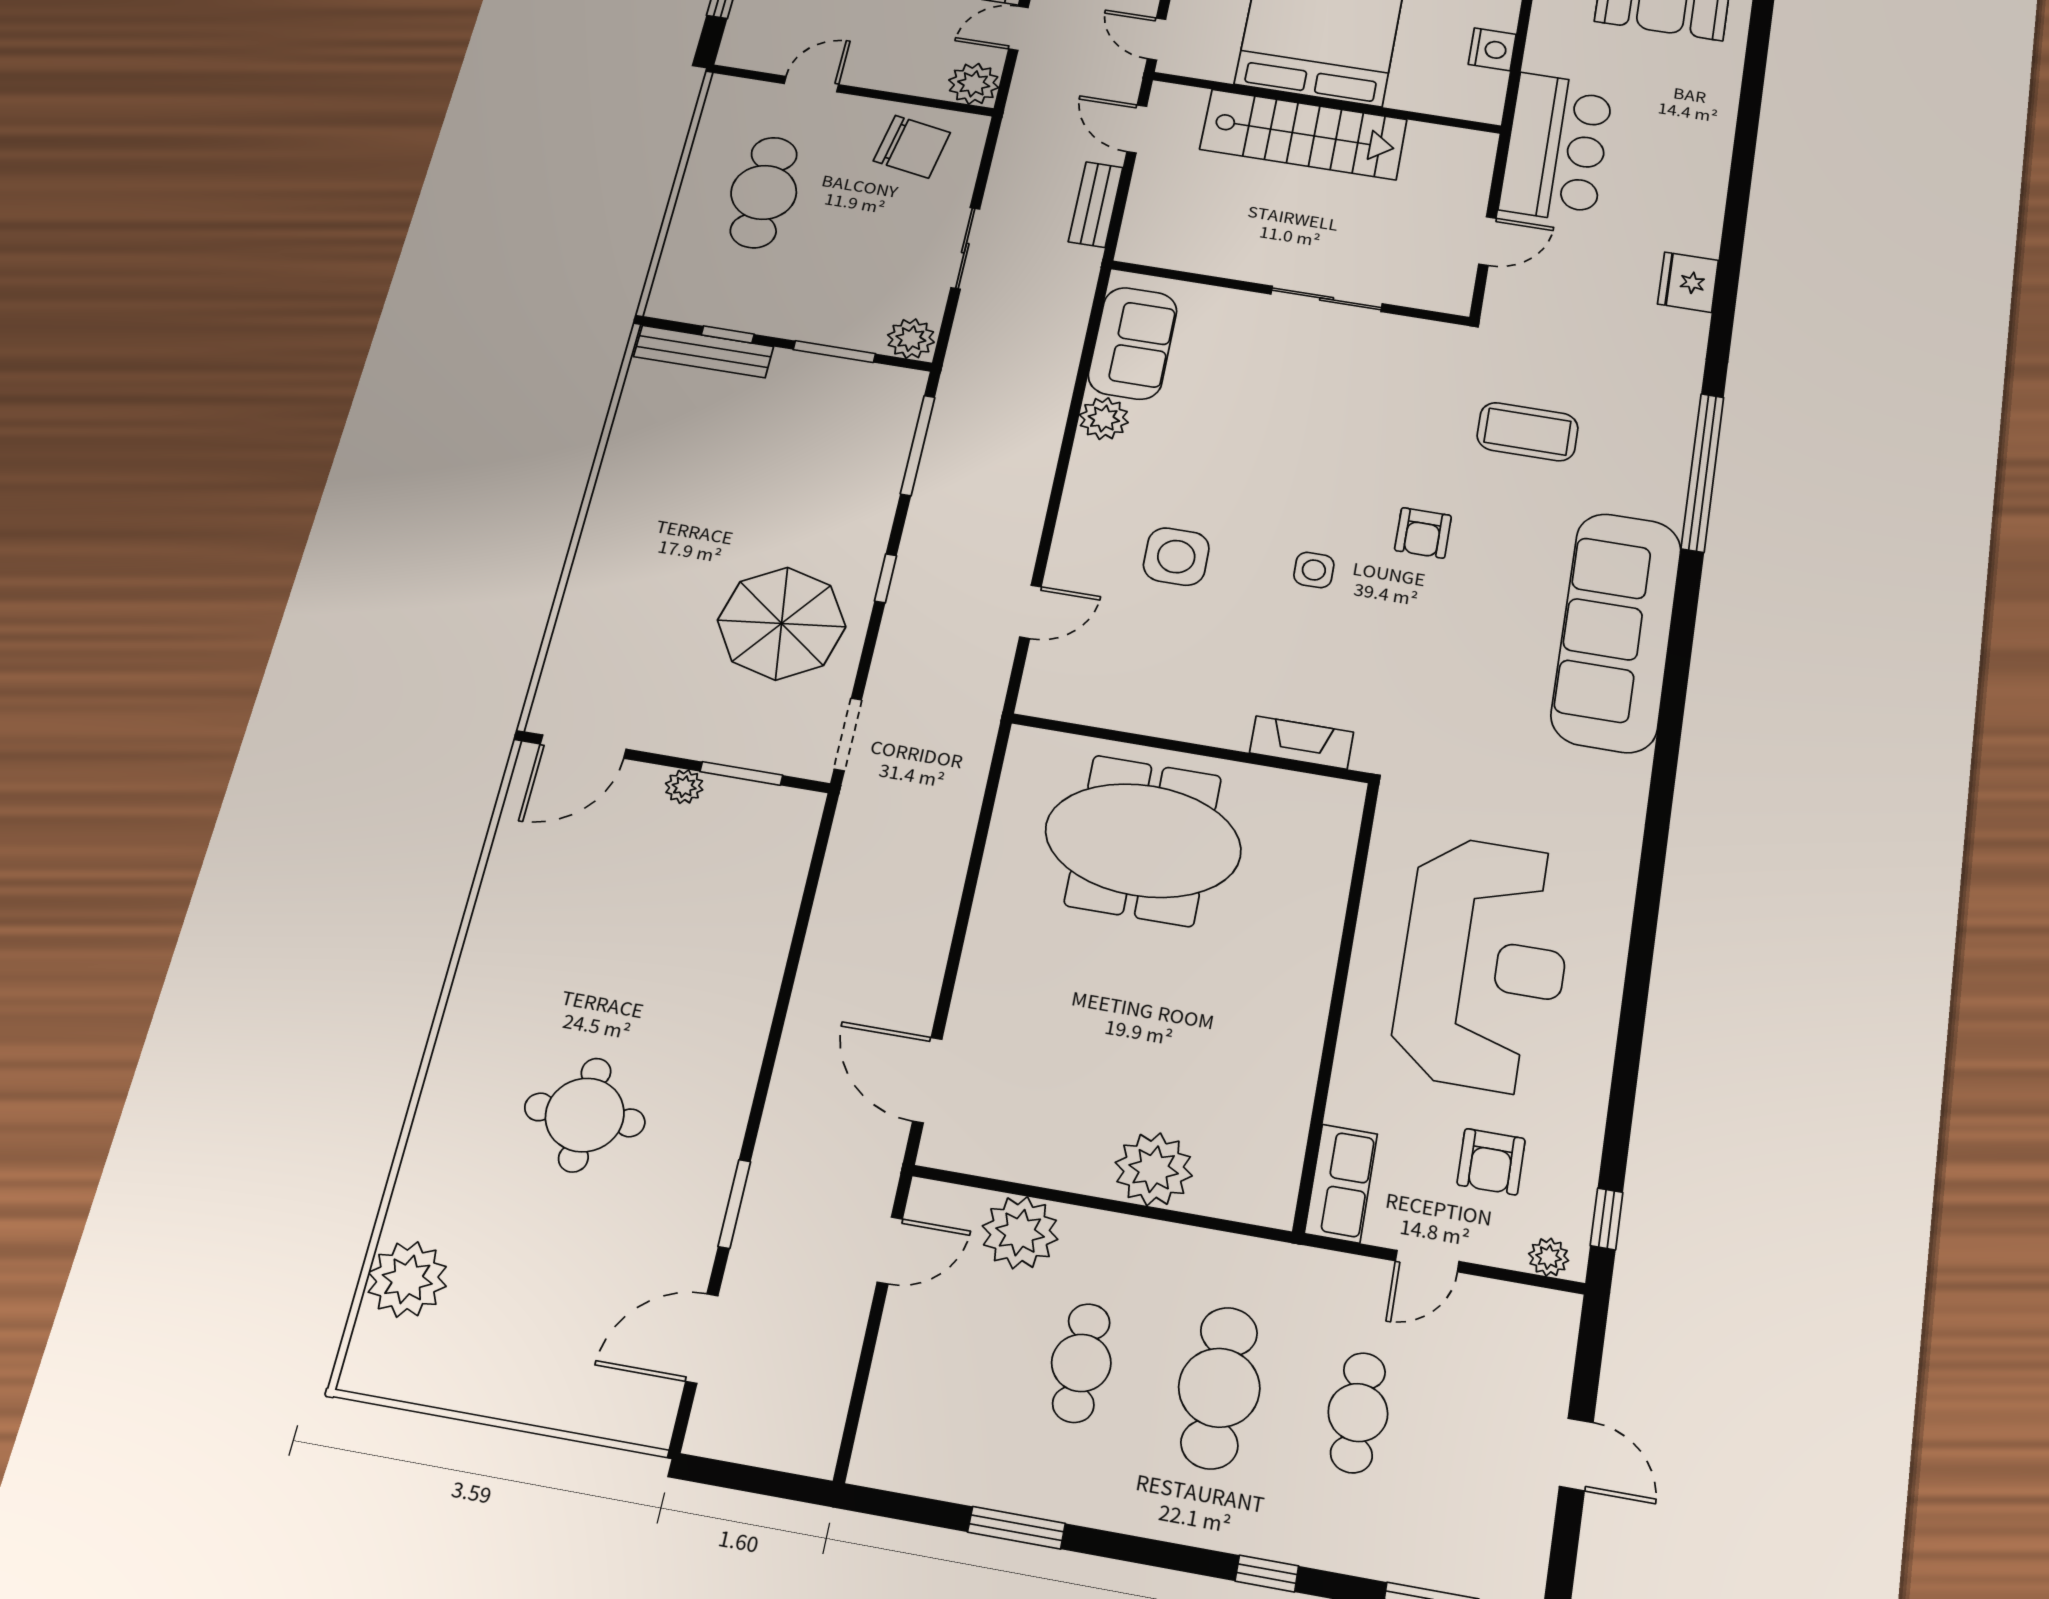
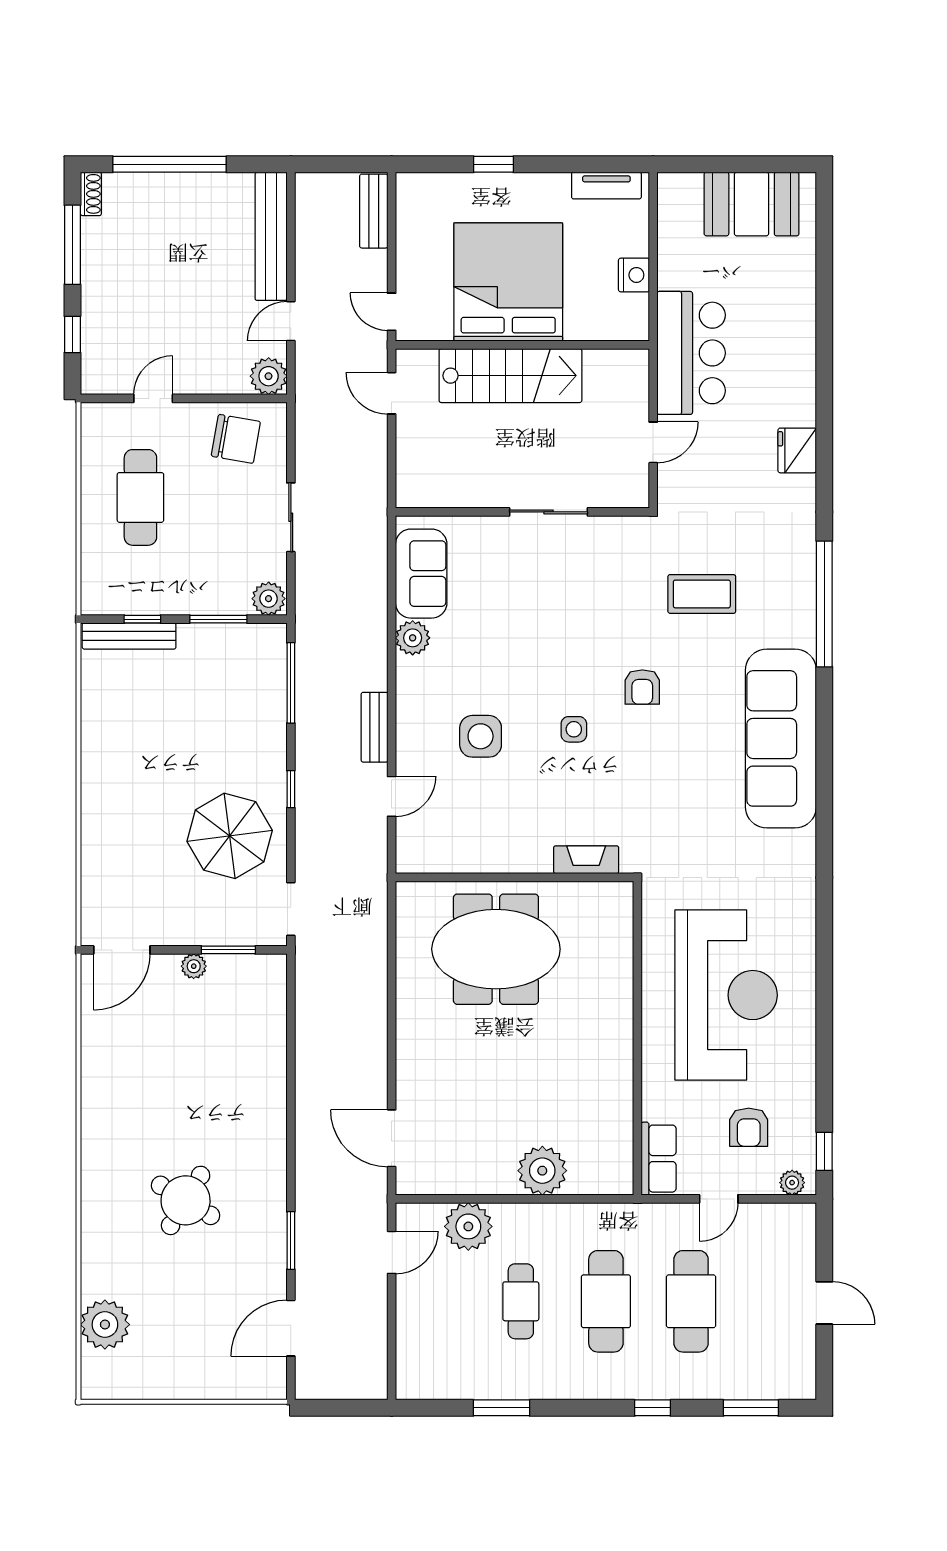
bench: (1096, 205) -> (374, 727), moved
round table: (585, 1115) -> (186, 1200), turned 31
cafe table: (1358, 1413) -> (691, 1301), width x1.37, depth x1.35

